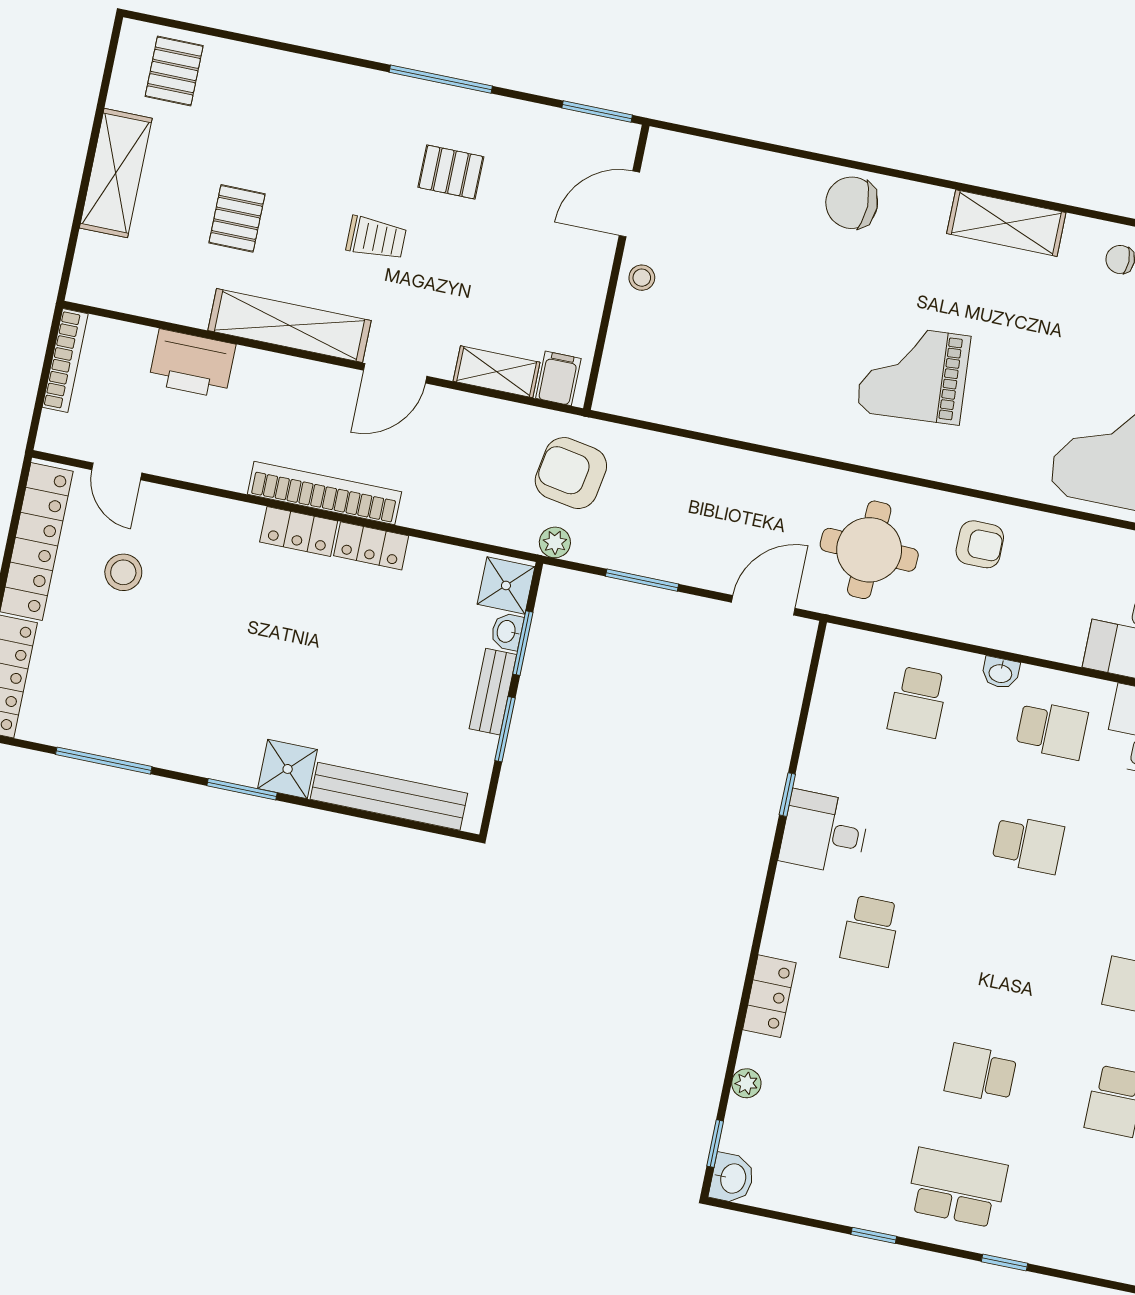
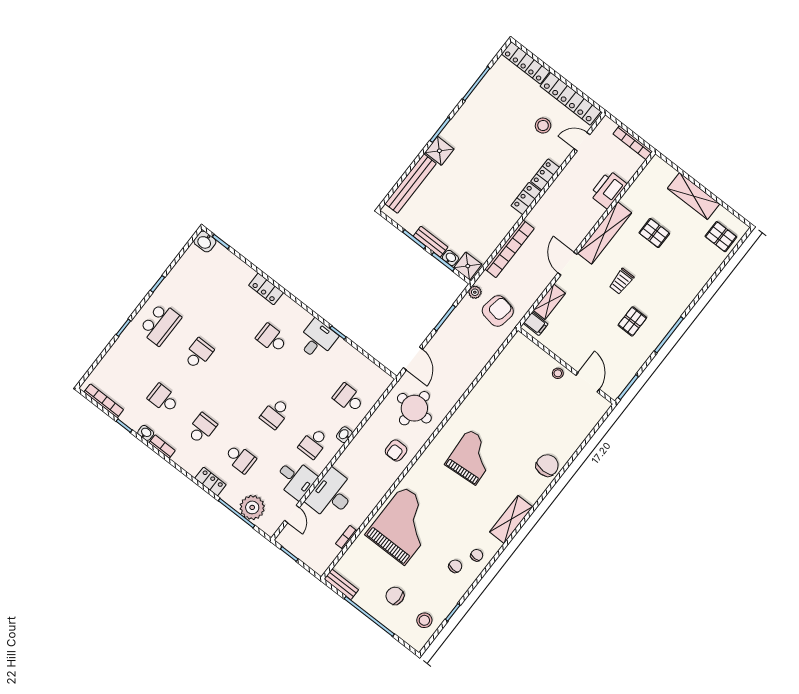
bookcase: (324, 493) -> (510, 249), moved
locker: (371, 546) -> (545, 174), moved
plant: (746, 1083) -> (238, 264), removed

